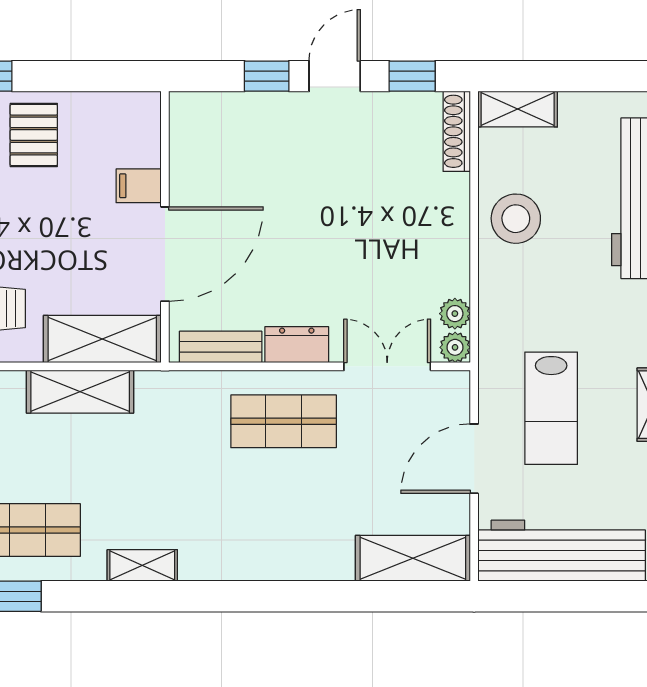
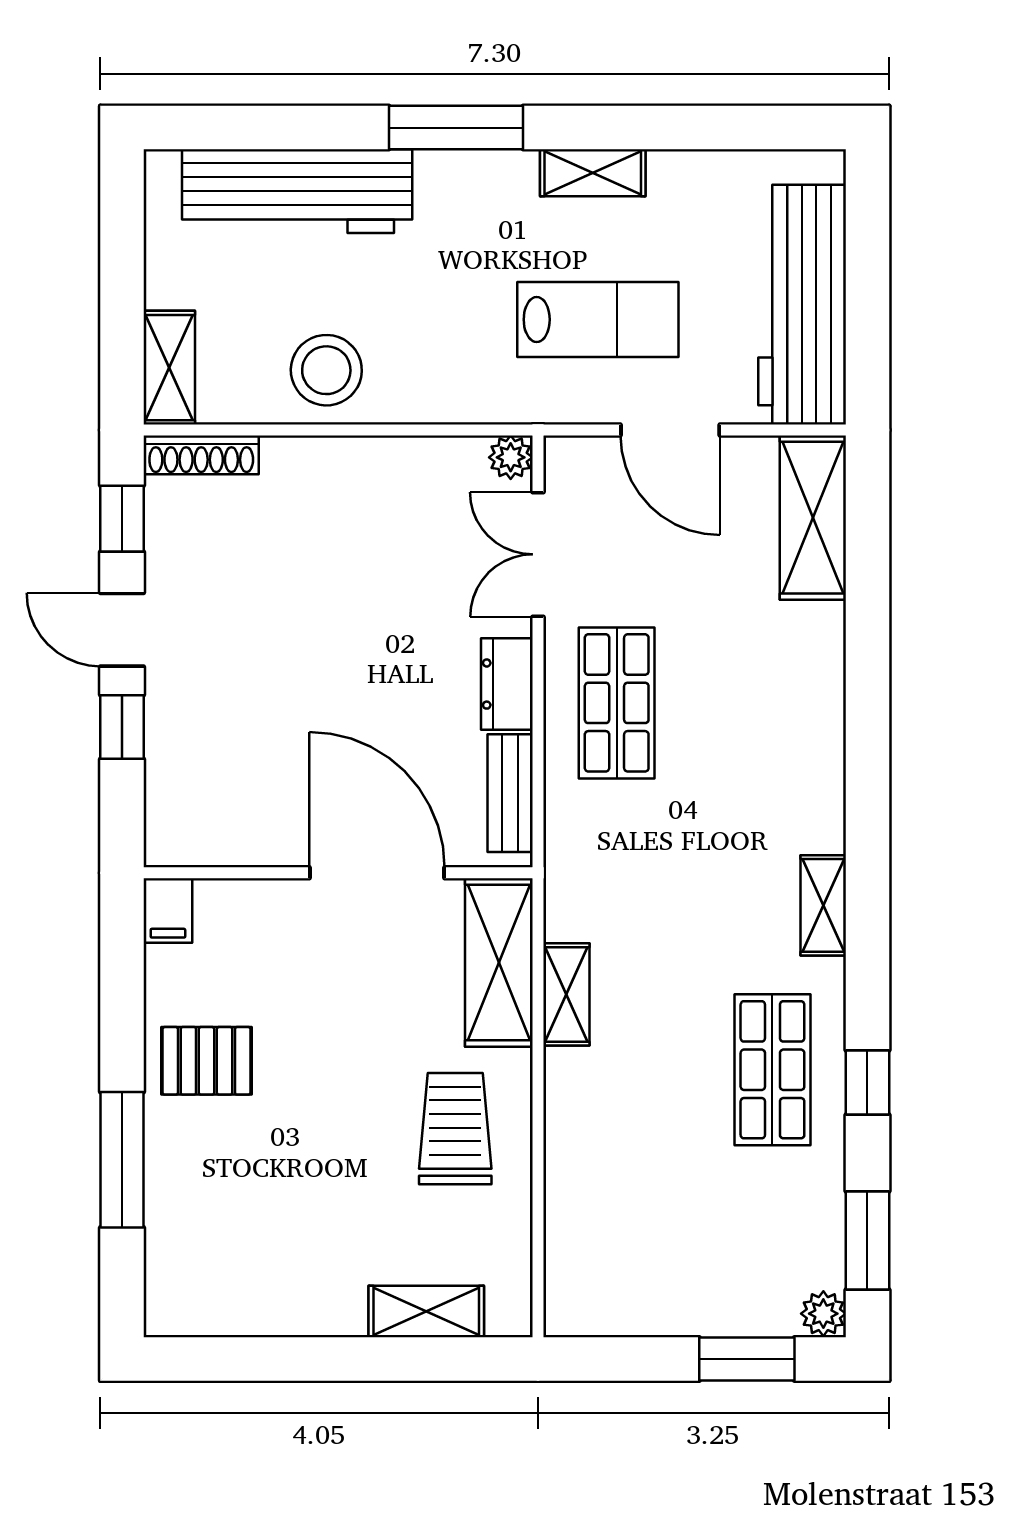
filing cabinet: (139, 186) -> (168, 911), moved
plant: (455, 314) -> (462, 458), removed
shelving: (80, 392) -> (566, 994), width x0.67, depth x0.75

